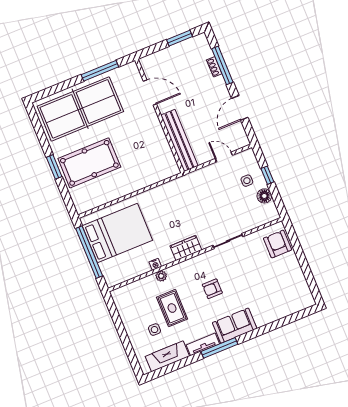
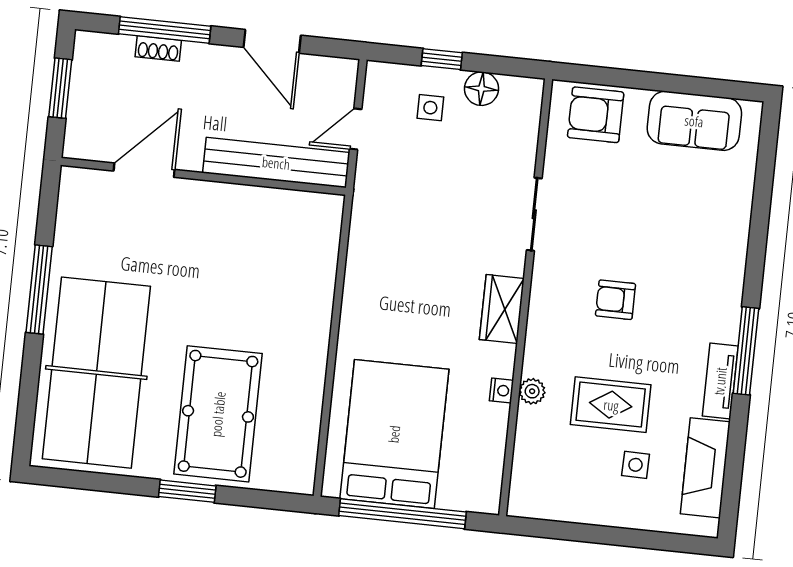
door: (150, 92) -> (144, 170), moved
wall: (160, 116) -> (203, 176), moved
bench: (179, 140) -> (276, 163), moved
armchair: (212, 289) -> (616, 300), turned 90
sofa: (235, 326) -> (694, 121), moved, turned -90

